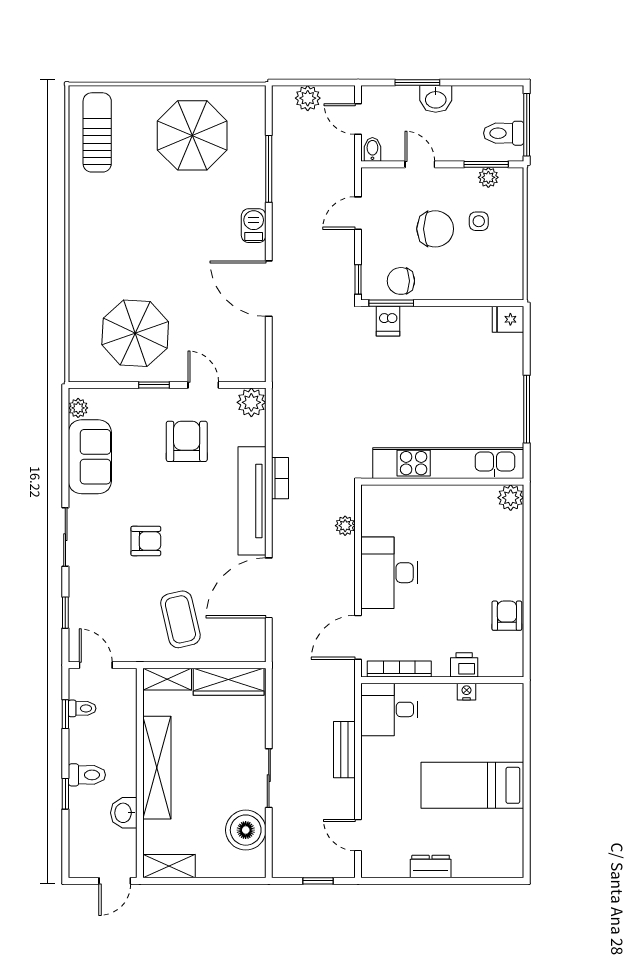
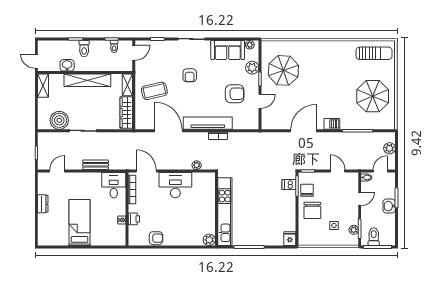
chair: (435, 229) -> (312, 210), moved
plant: (251, 402) -> (252, 68), moved

